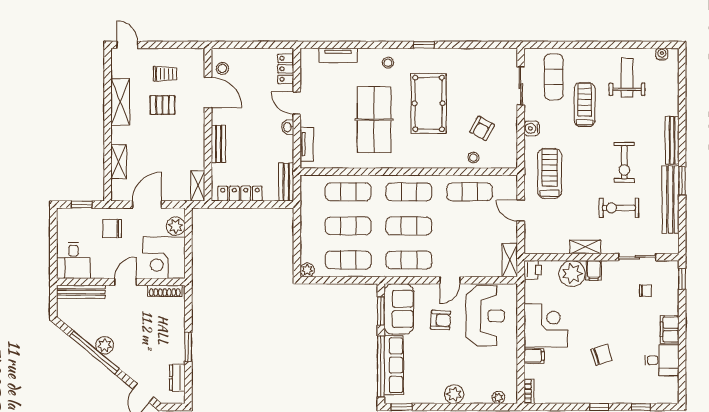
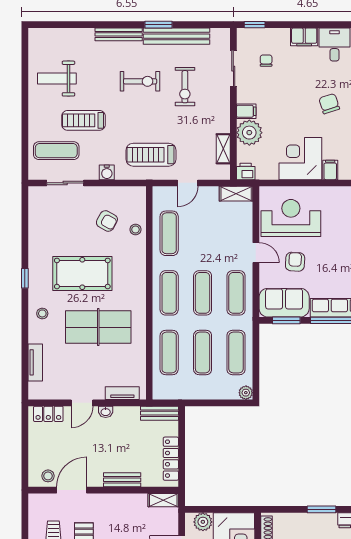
water cooler: (662, 54) -> (34, 45), removed
shelving: (585, 247) -> (223, 149), moved

